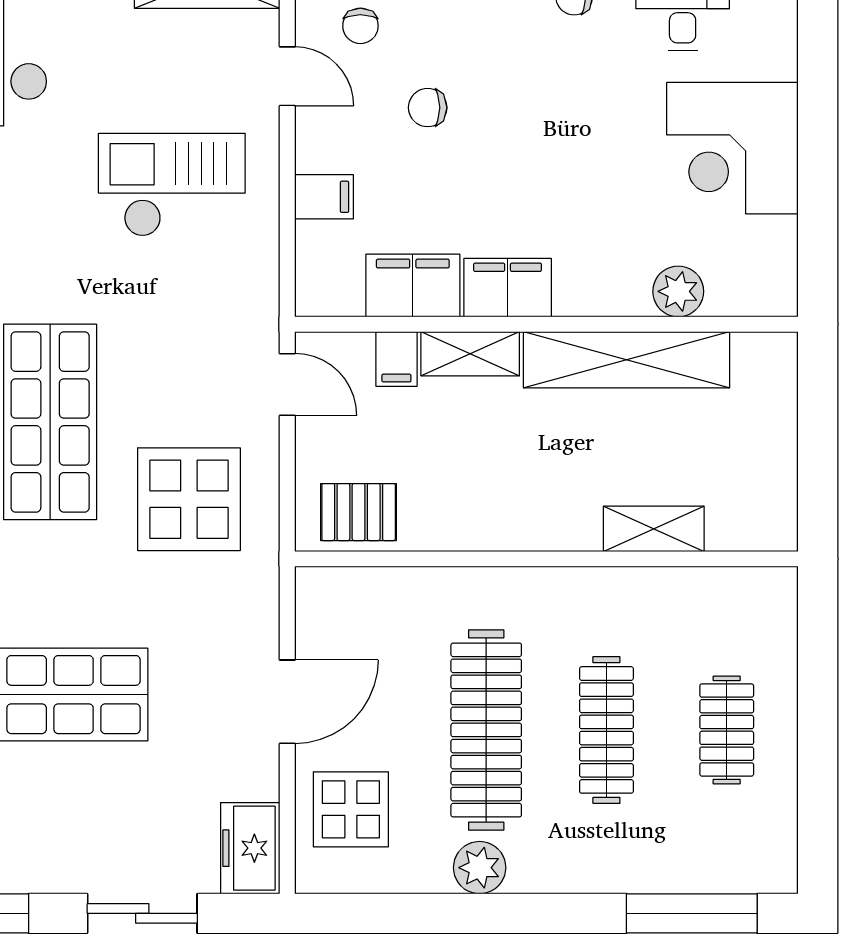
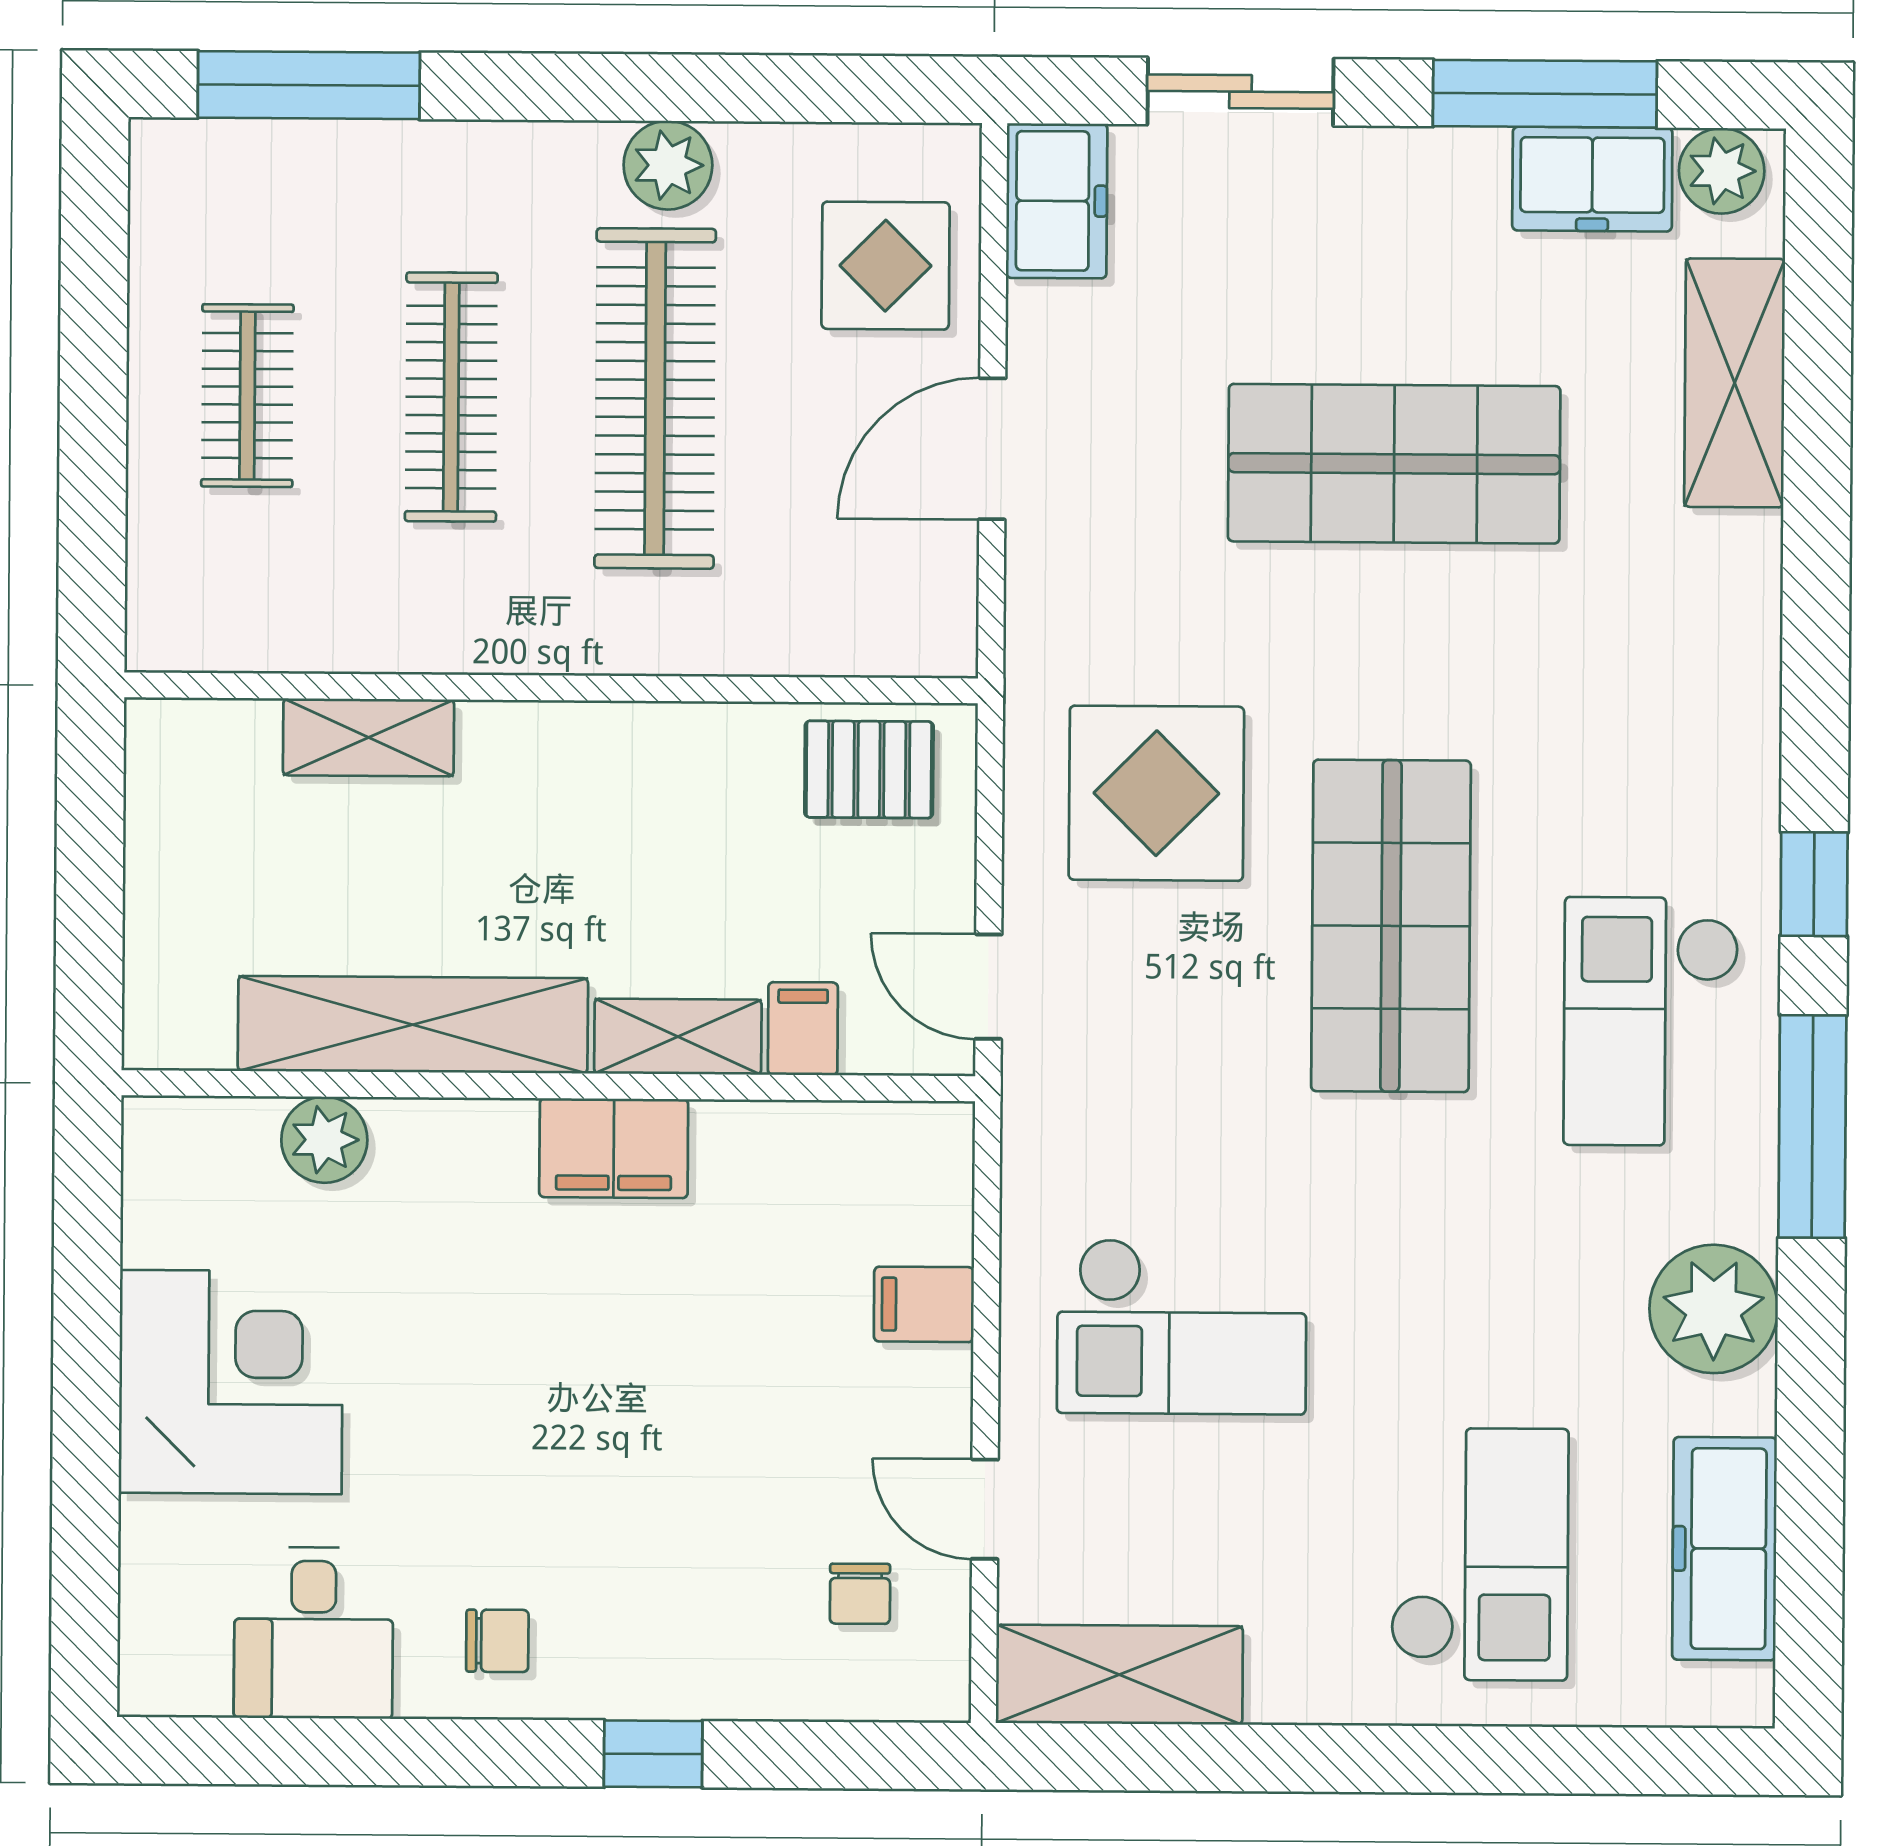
chair: (360, 26) -> (860, 1594), turned 180
chair: (428, 108) -> (747, 1454), removed
filing cabinet: (413, 285) -> (774, 1153), removed

